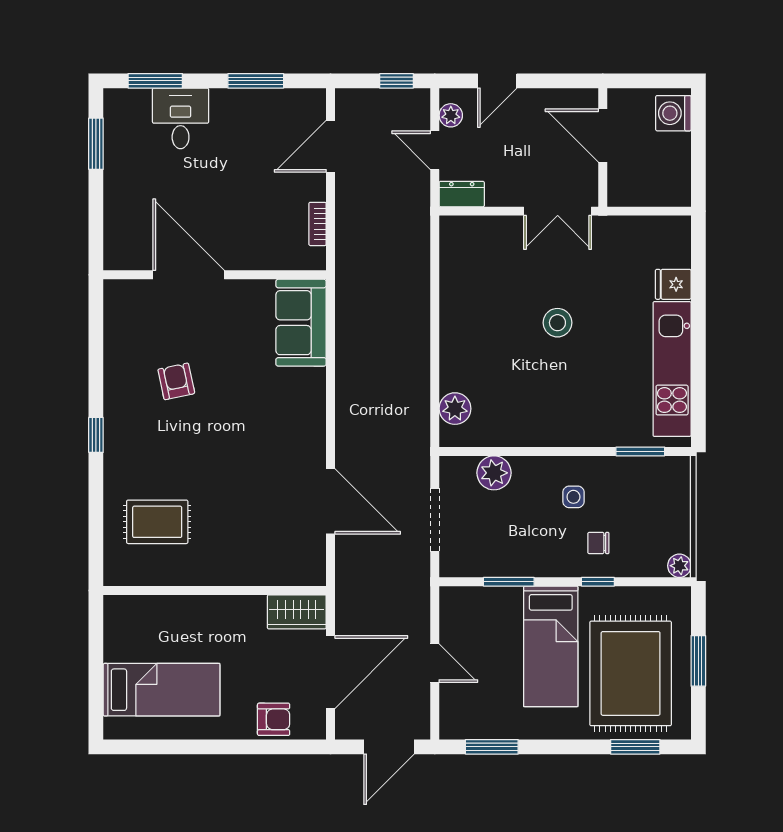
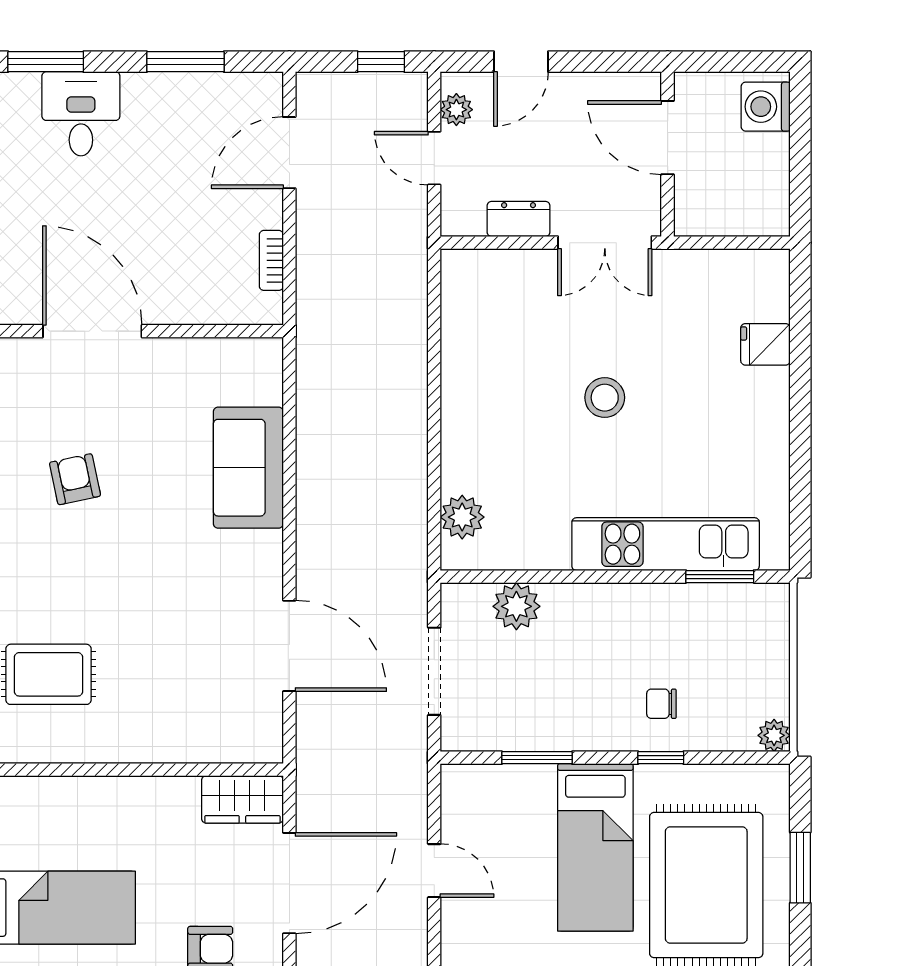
dresser: (462, 194) -> (519, 219), moved
sofa: (301, 323) -> (248, 468), moved
kitchen unit: (672, 369) -> (666, 544), moved, turned 90
side table: (573, 497) -> (627, 640), removed

